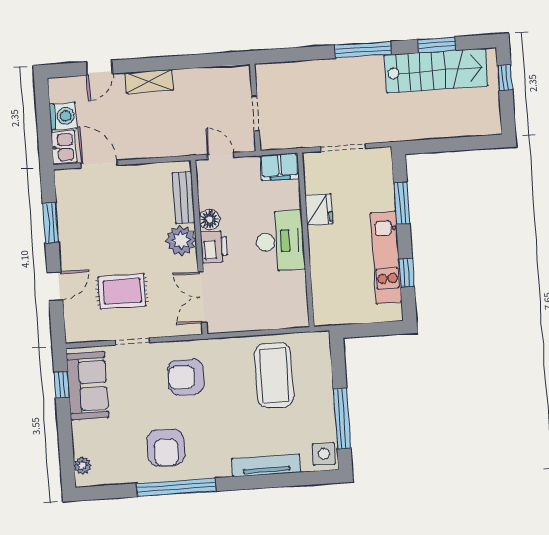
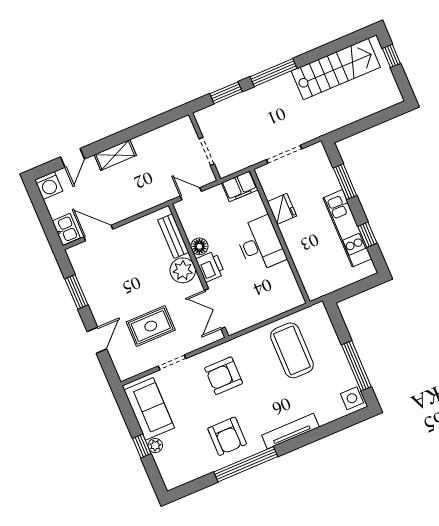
window: (437, 45) -> (226, 93), moved
washing machine: (63, 116) -> (49, 185), moved, turned 90
window: (62, 385) -> (142, 446), moved
tv unit: (266, 465) -> (290, 431), moved
plant: (82, 466) -> (155, 446), moved

